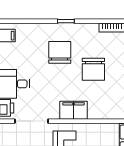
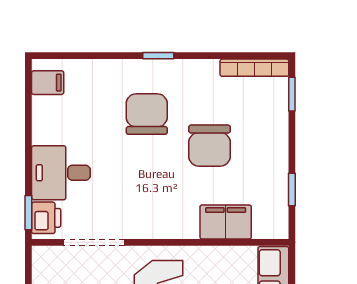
filing cabinet: (74, 110) -> (226, 222), moved

